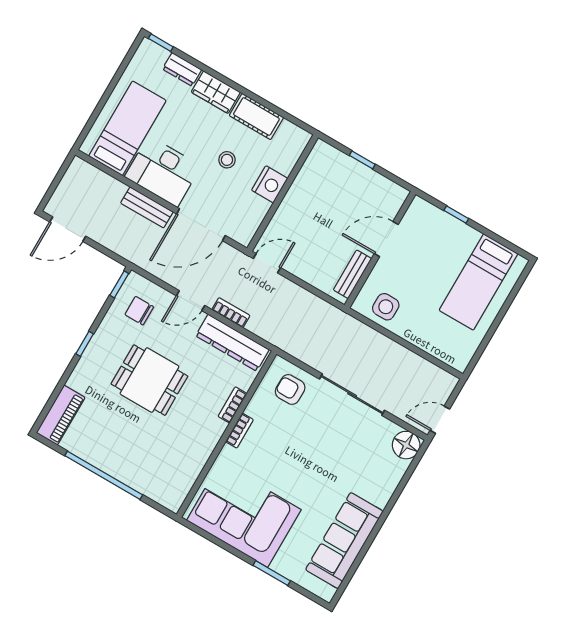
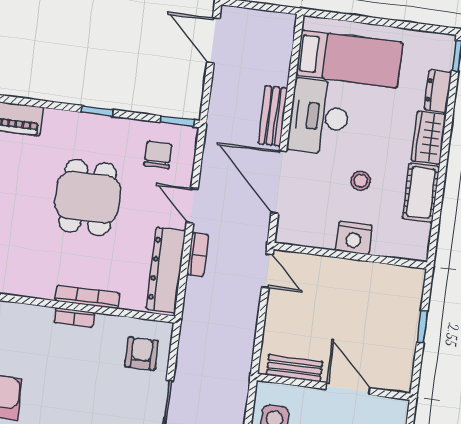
bookcase: (233, 405) -> (87, 297), width x1.56

